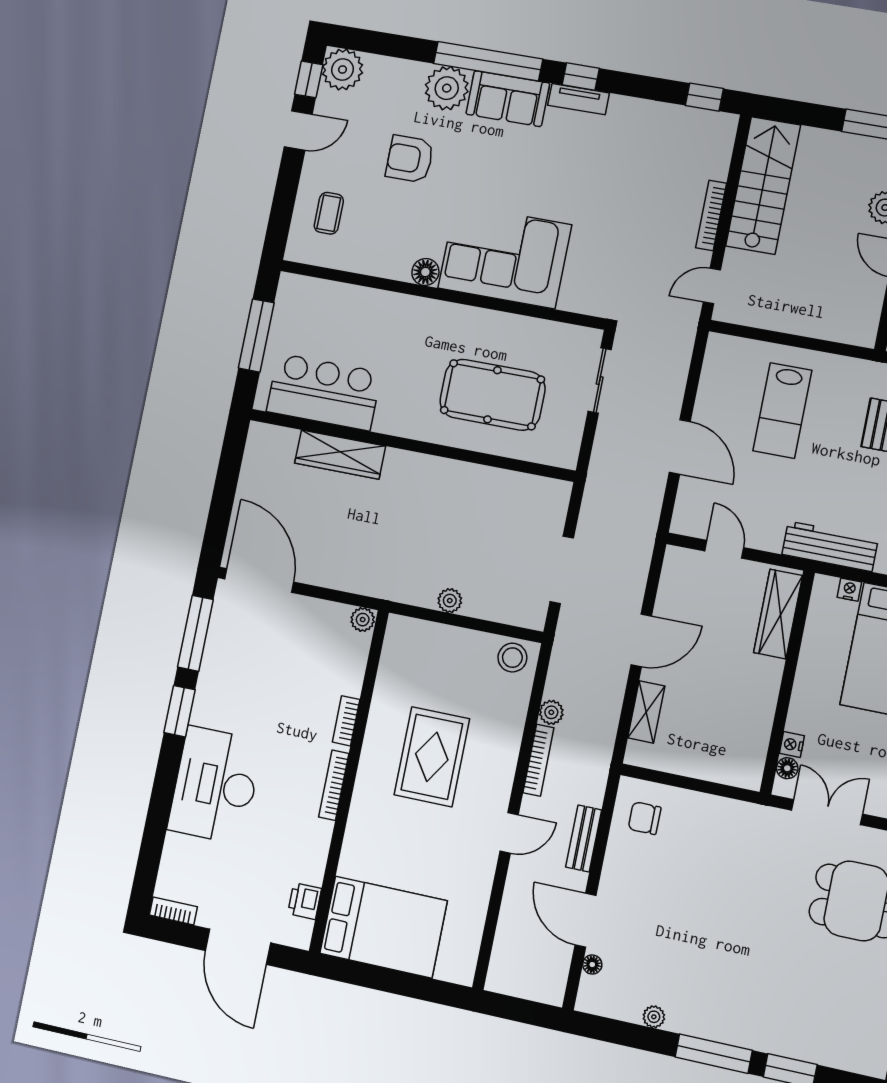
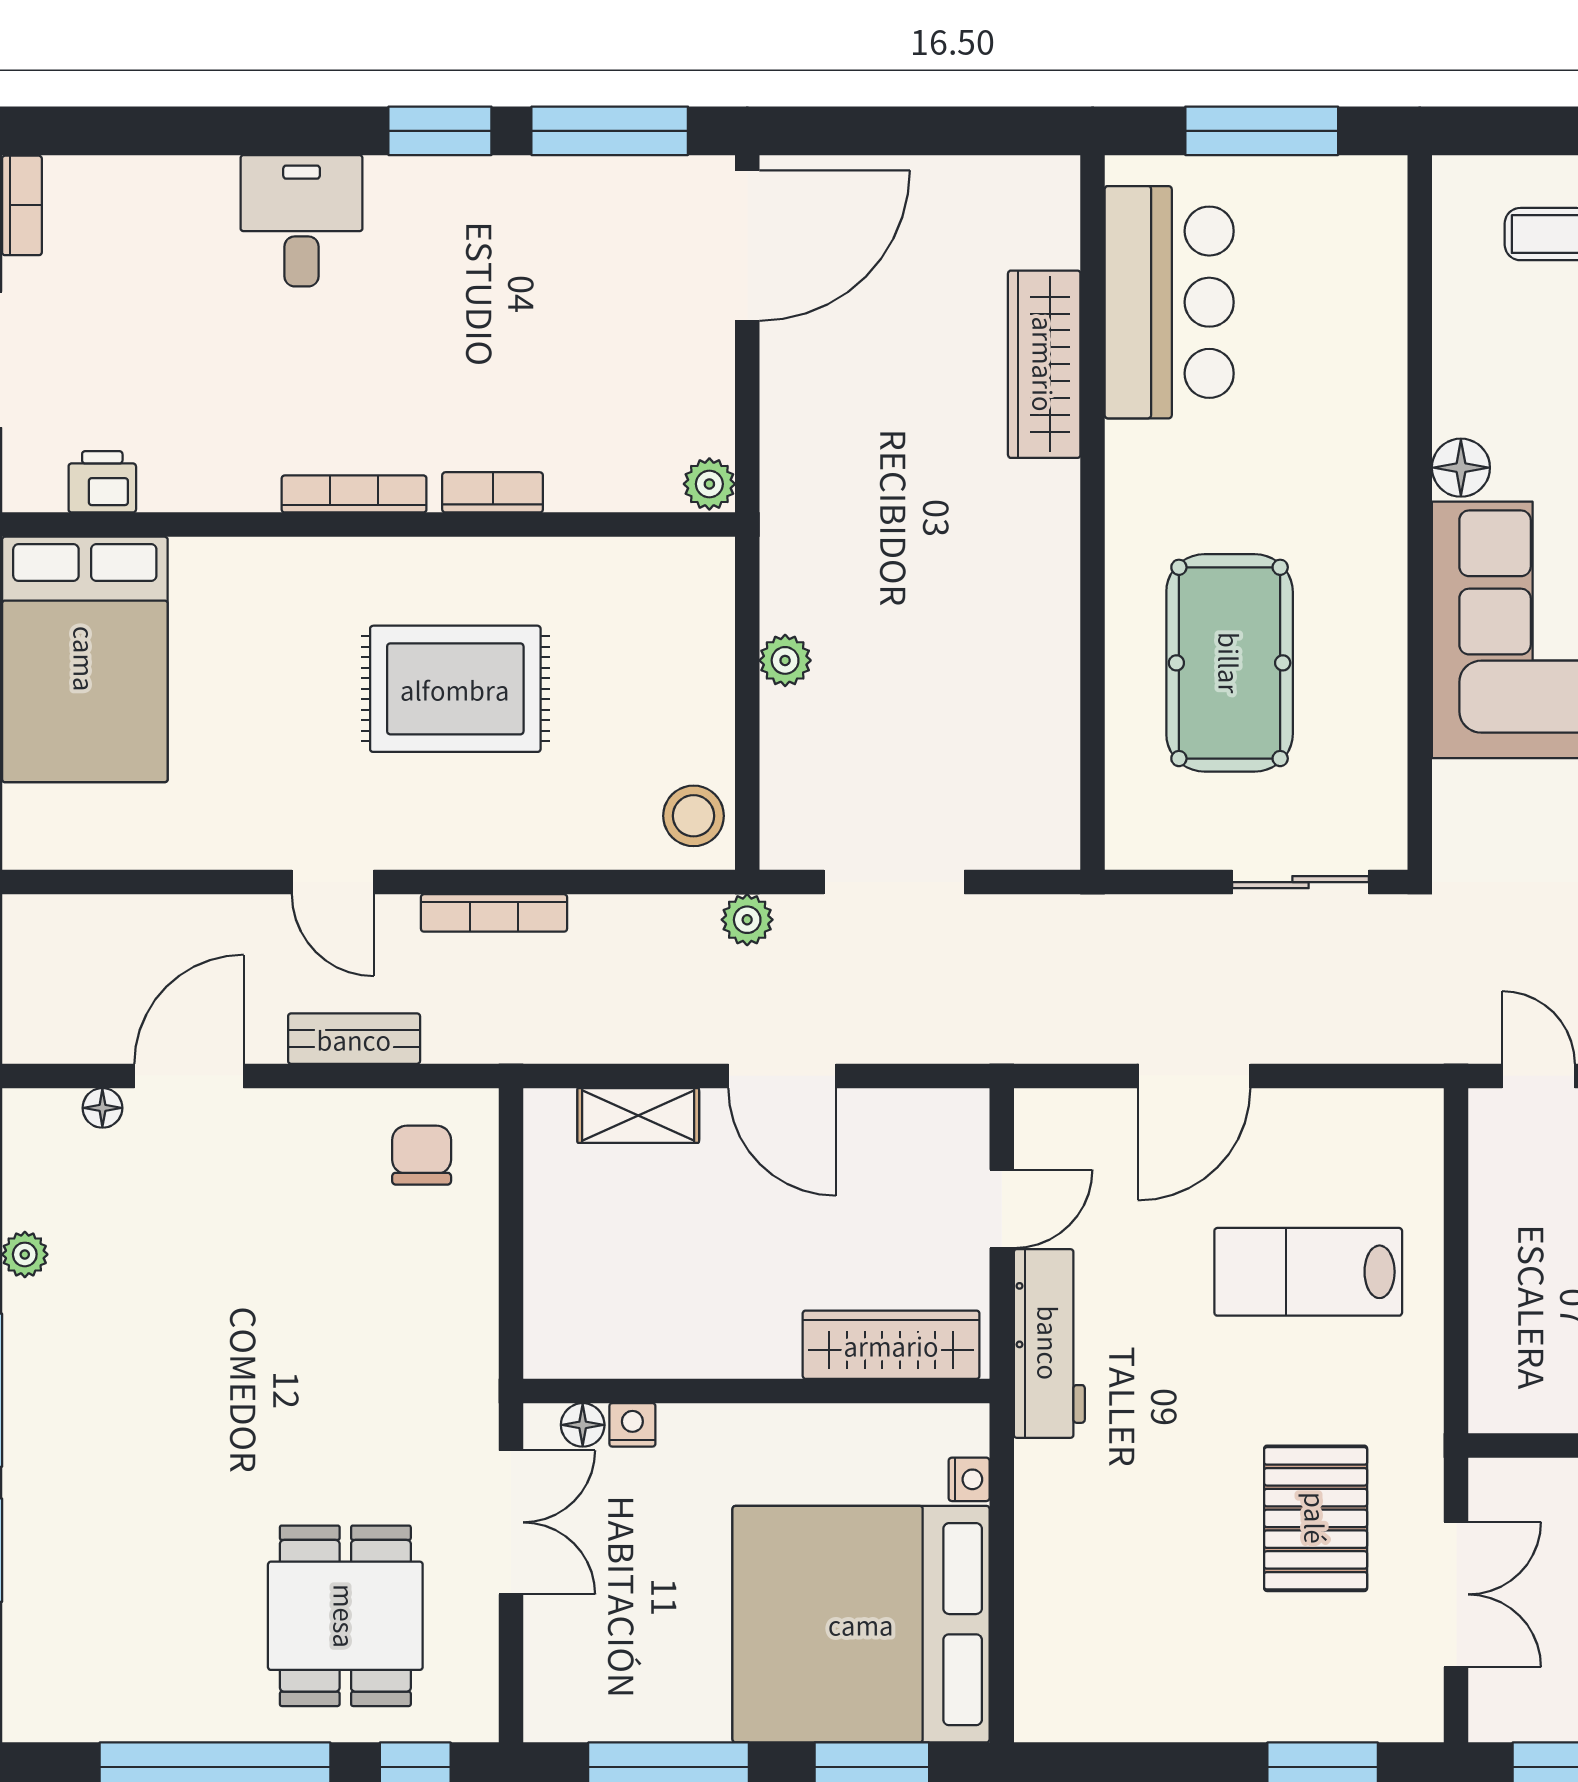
workbench: (830, 546) -> (1049, 1343), moved
plant: (551, 712) -> (747, 920), moved
desk: (215, 785) -> (302, 221), width x0.53, depth x0.77

